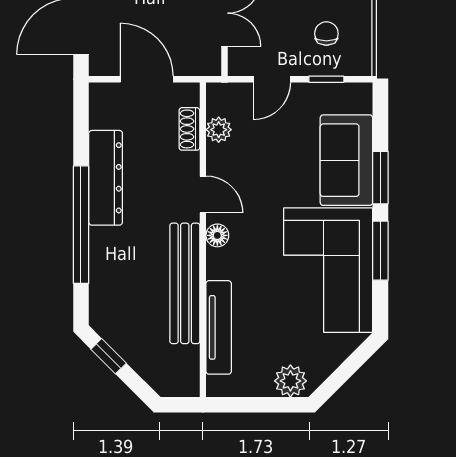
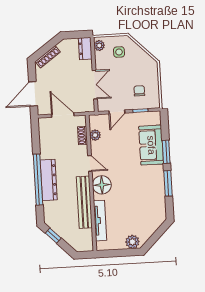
dresser: (106, 178) -> (49, 180), moved
floor lamp: (217, 235) -> (102, 185), width x1.89, depth x1.89
corner sofa: (328, 270) -> (146, 193), removed

